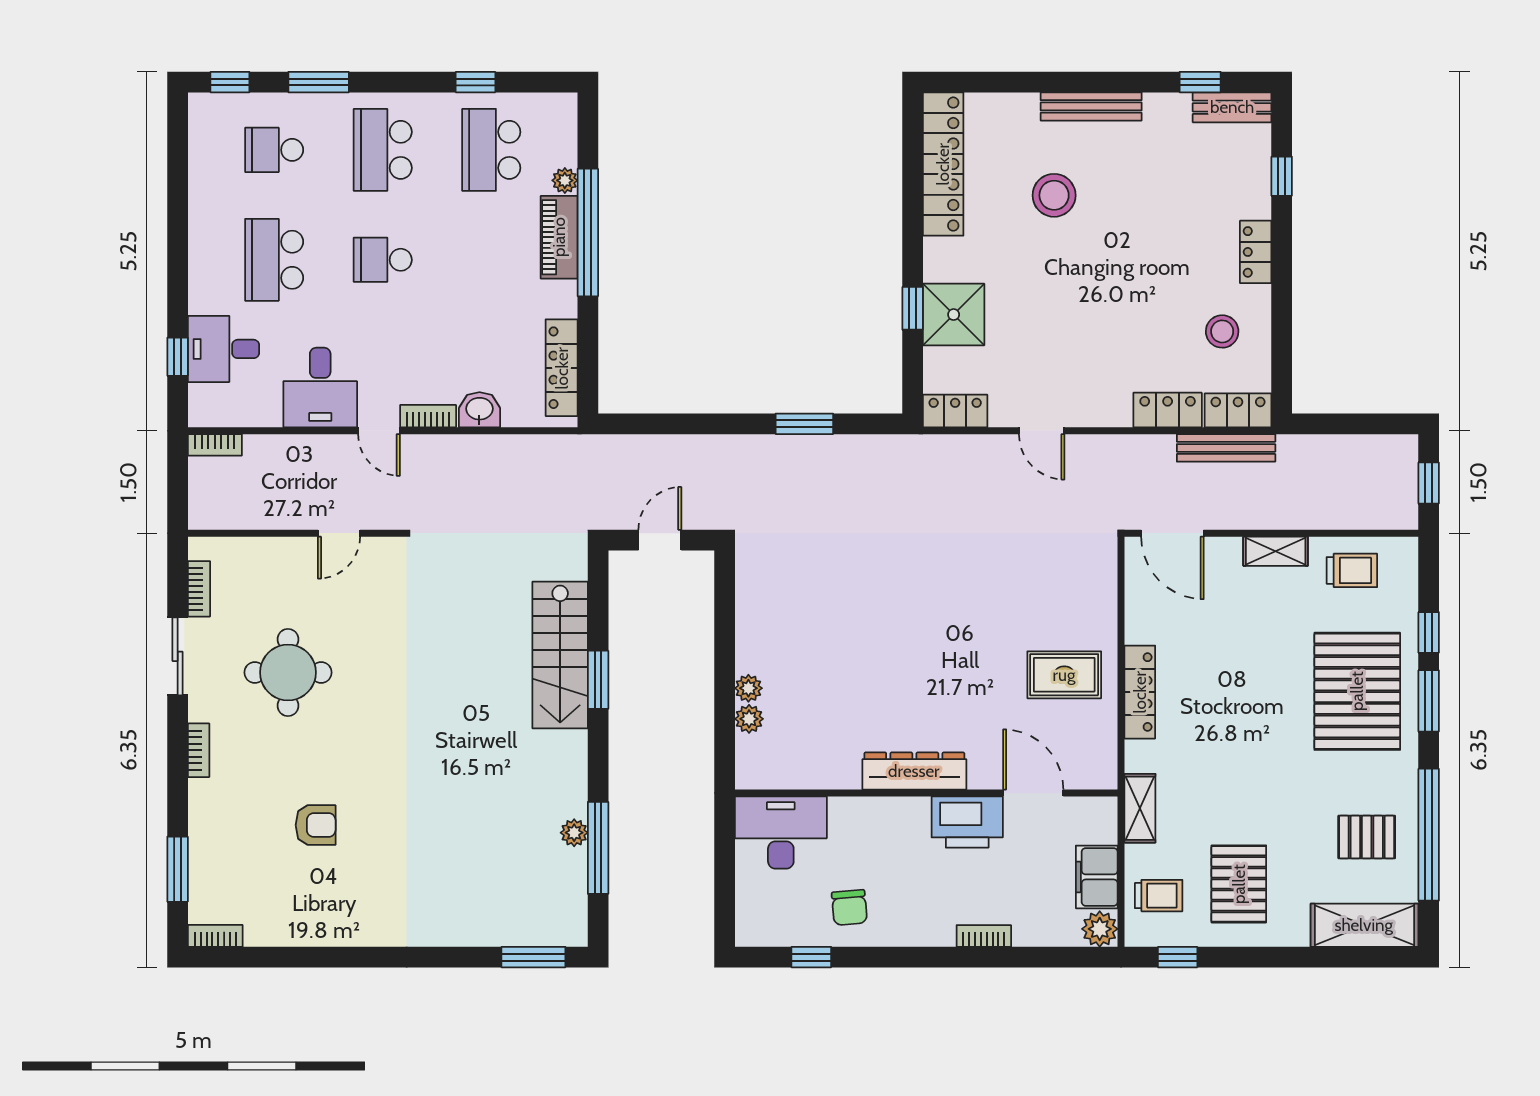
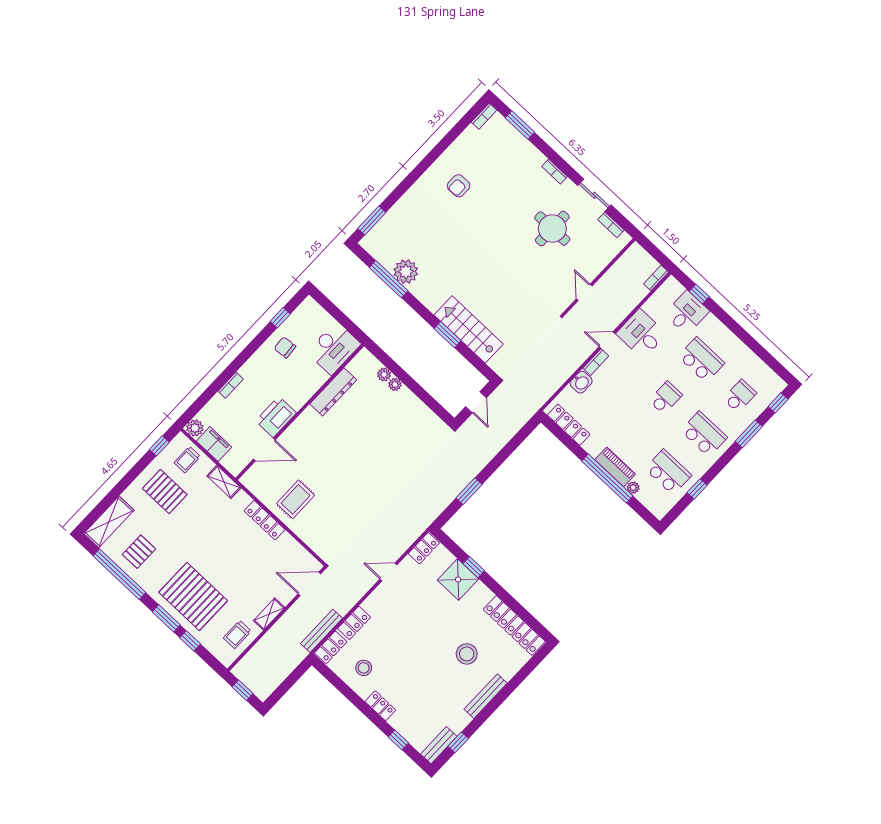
dresser: (914, 771) -> (333, 392), moved
armchair: (316, 825) -> (459, 186), moved
plant: (574, 833) -> (406, 272), width x1.87, depth x1.87

